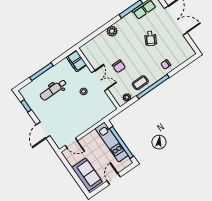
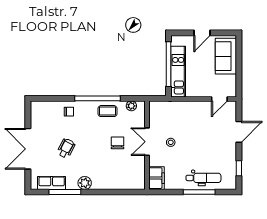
plant: (112, 31) -> (85, 183), moved
dental chair: (53, 90) -> (203, 178), moved
door: (71, 143) -> (219, 99), swing flipped

